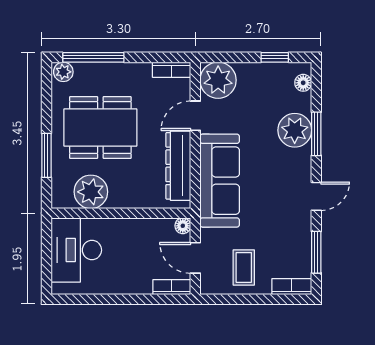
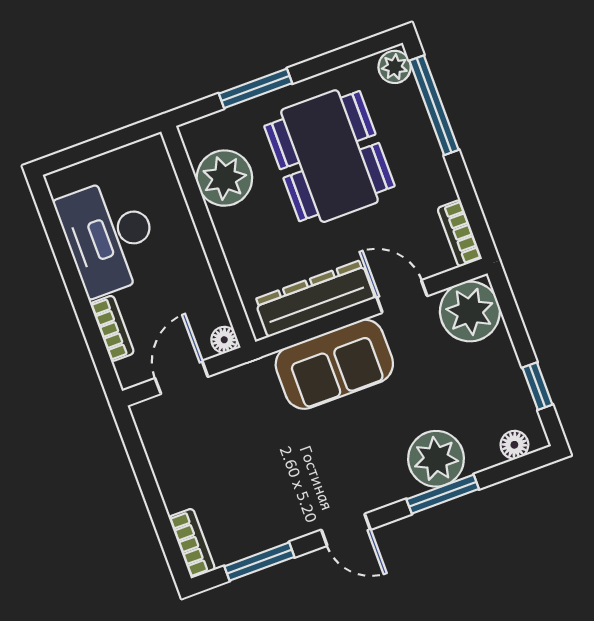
sofa: (220, 181) -> (334, 364), width x0.73
desk: (76, 250) -> (109, 236), moved, turned -90
coffee table: (244, 267) -> (194, 458), removed
bookcase: (172, 287) -> (112, 328), moved

